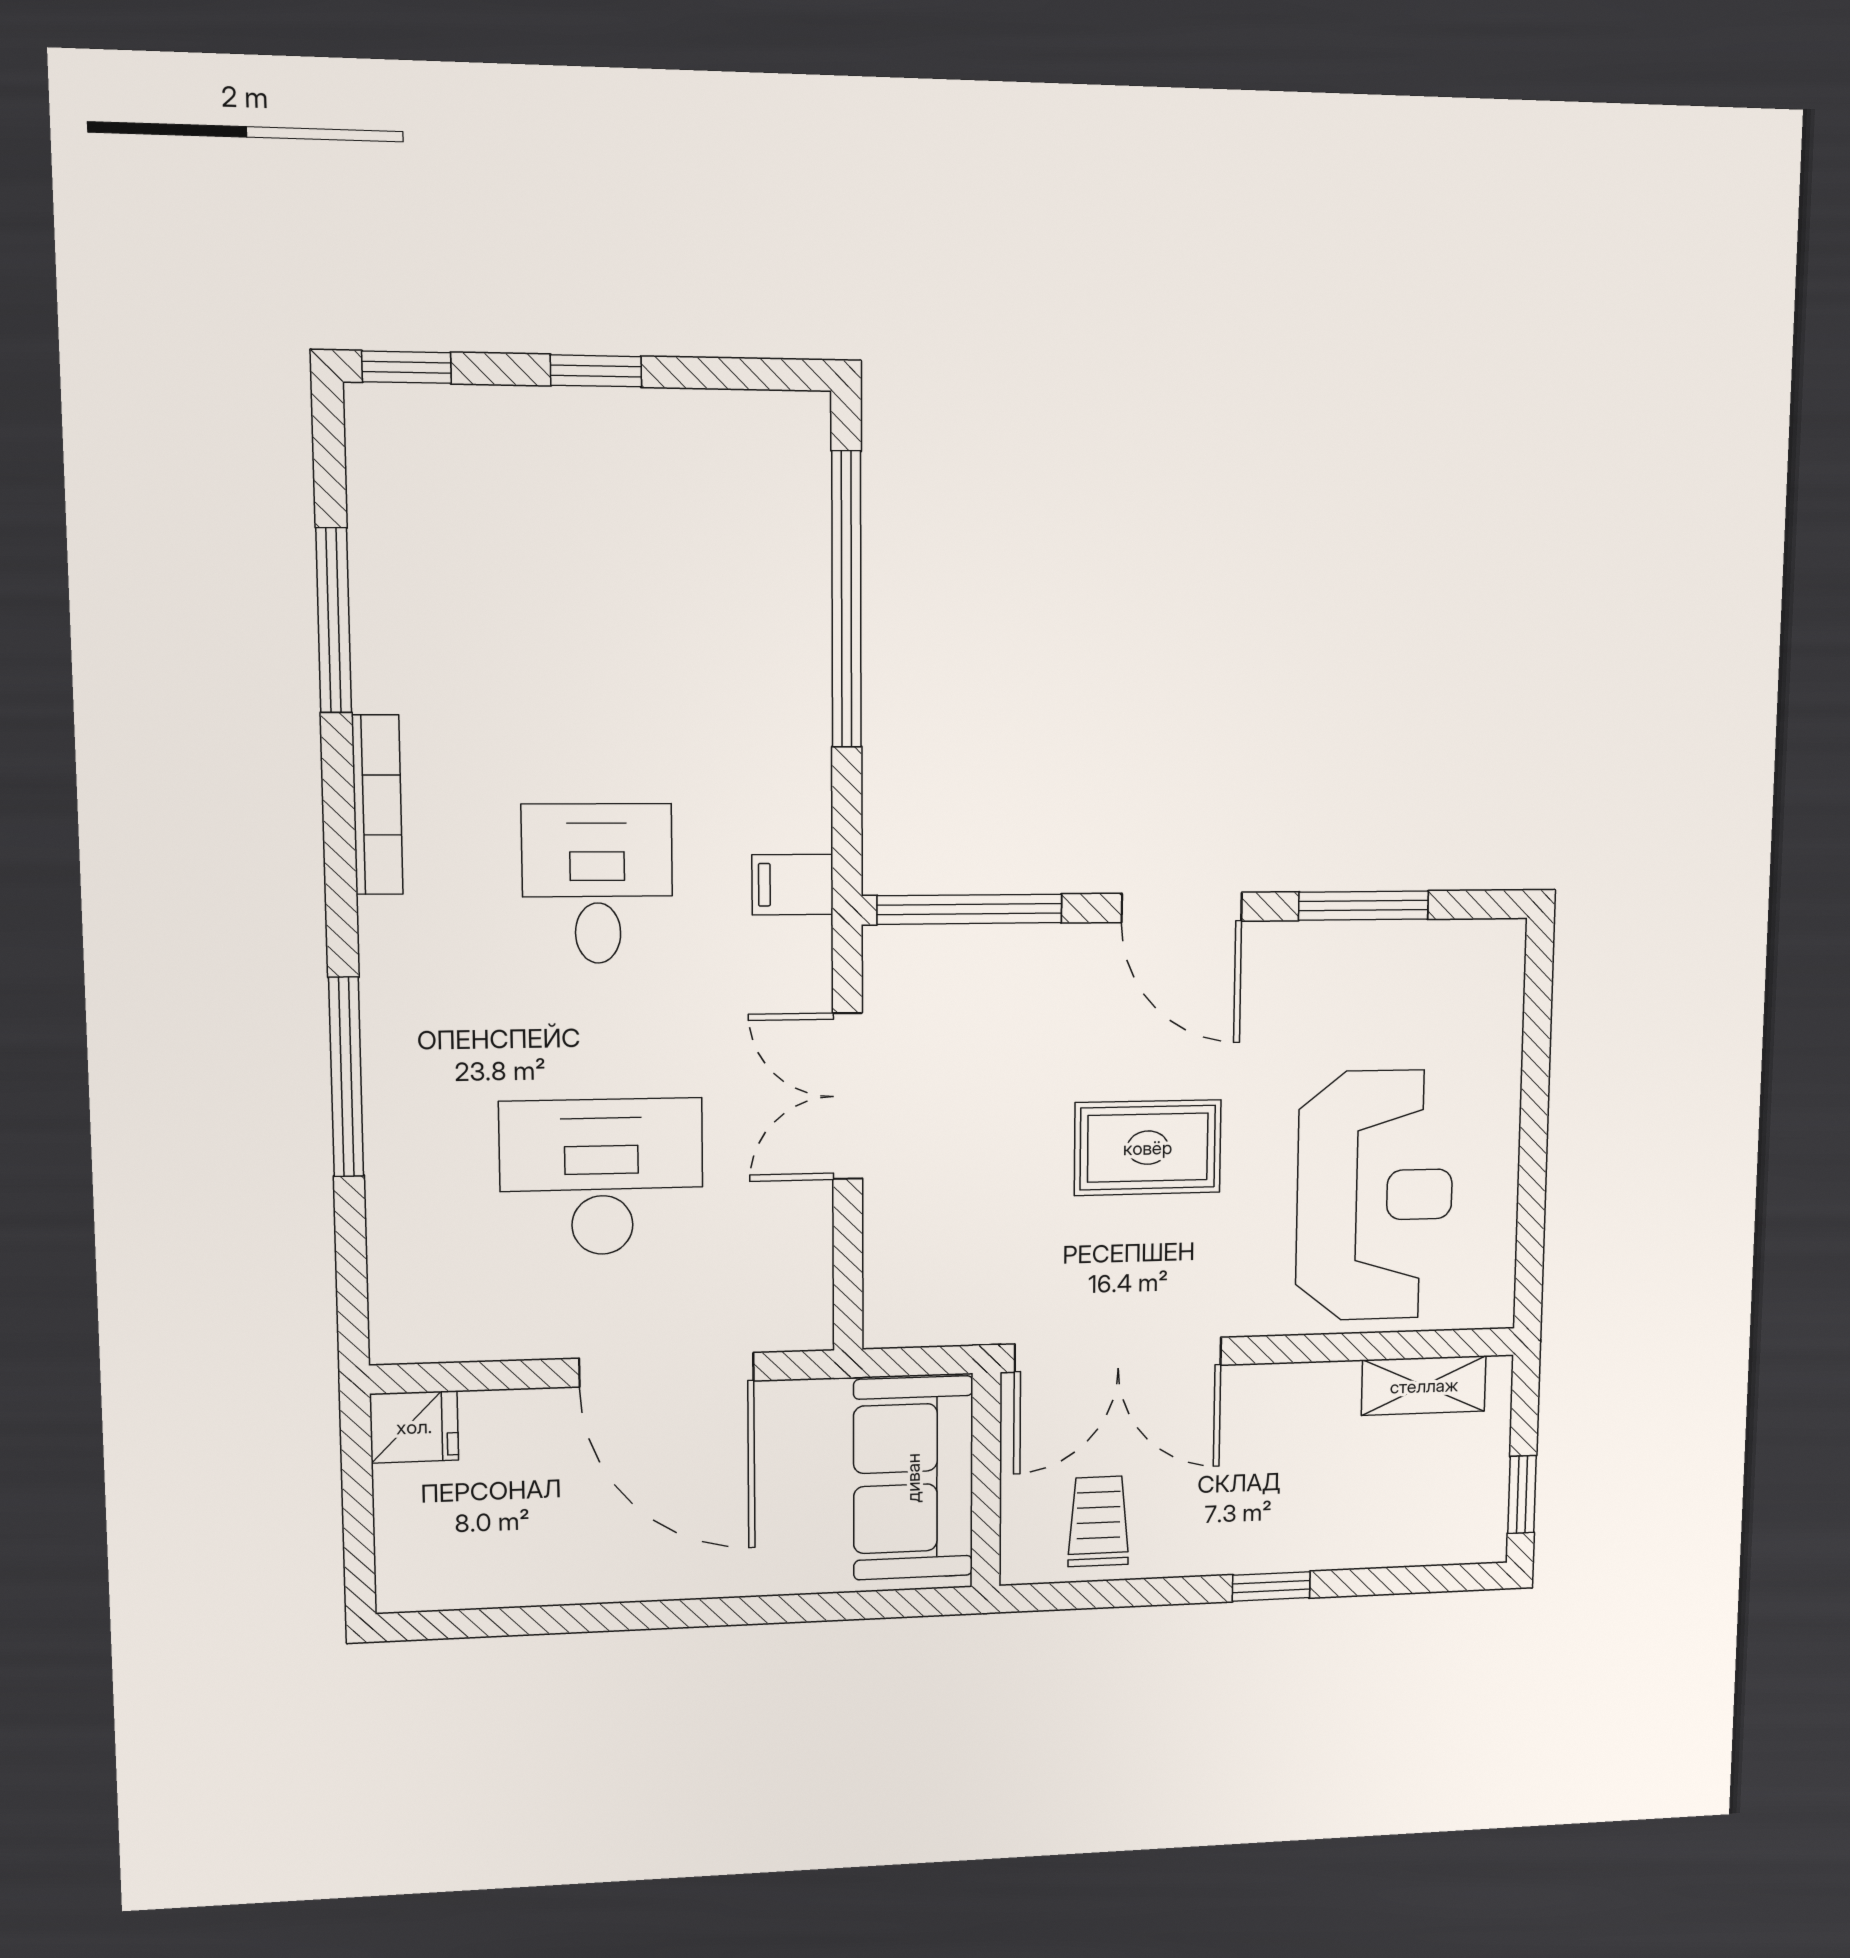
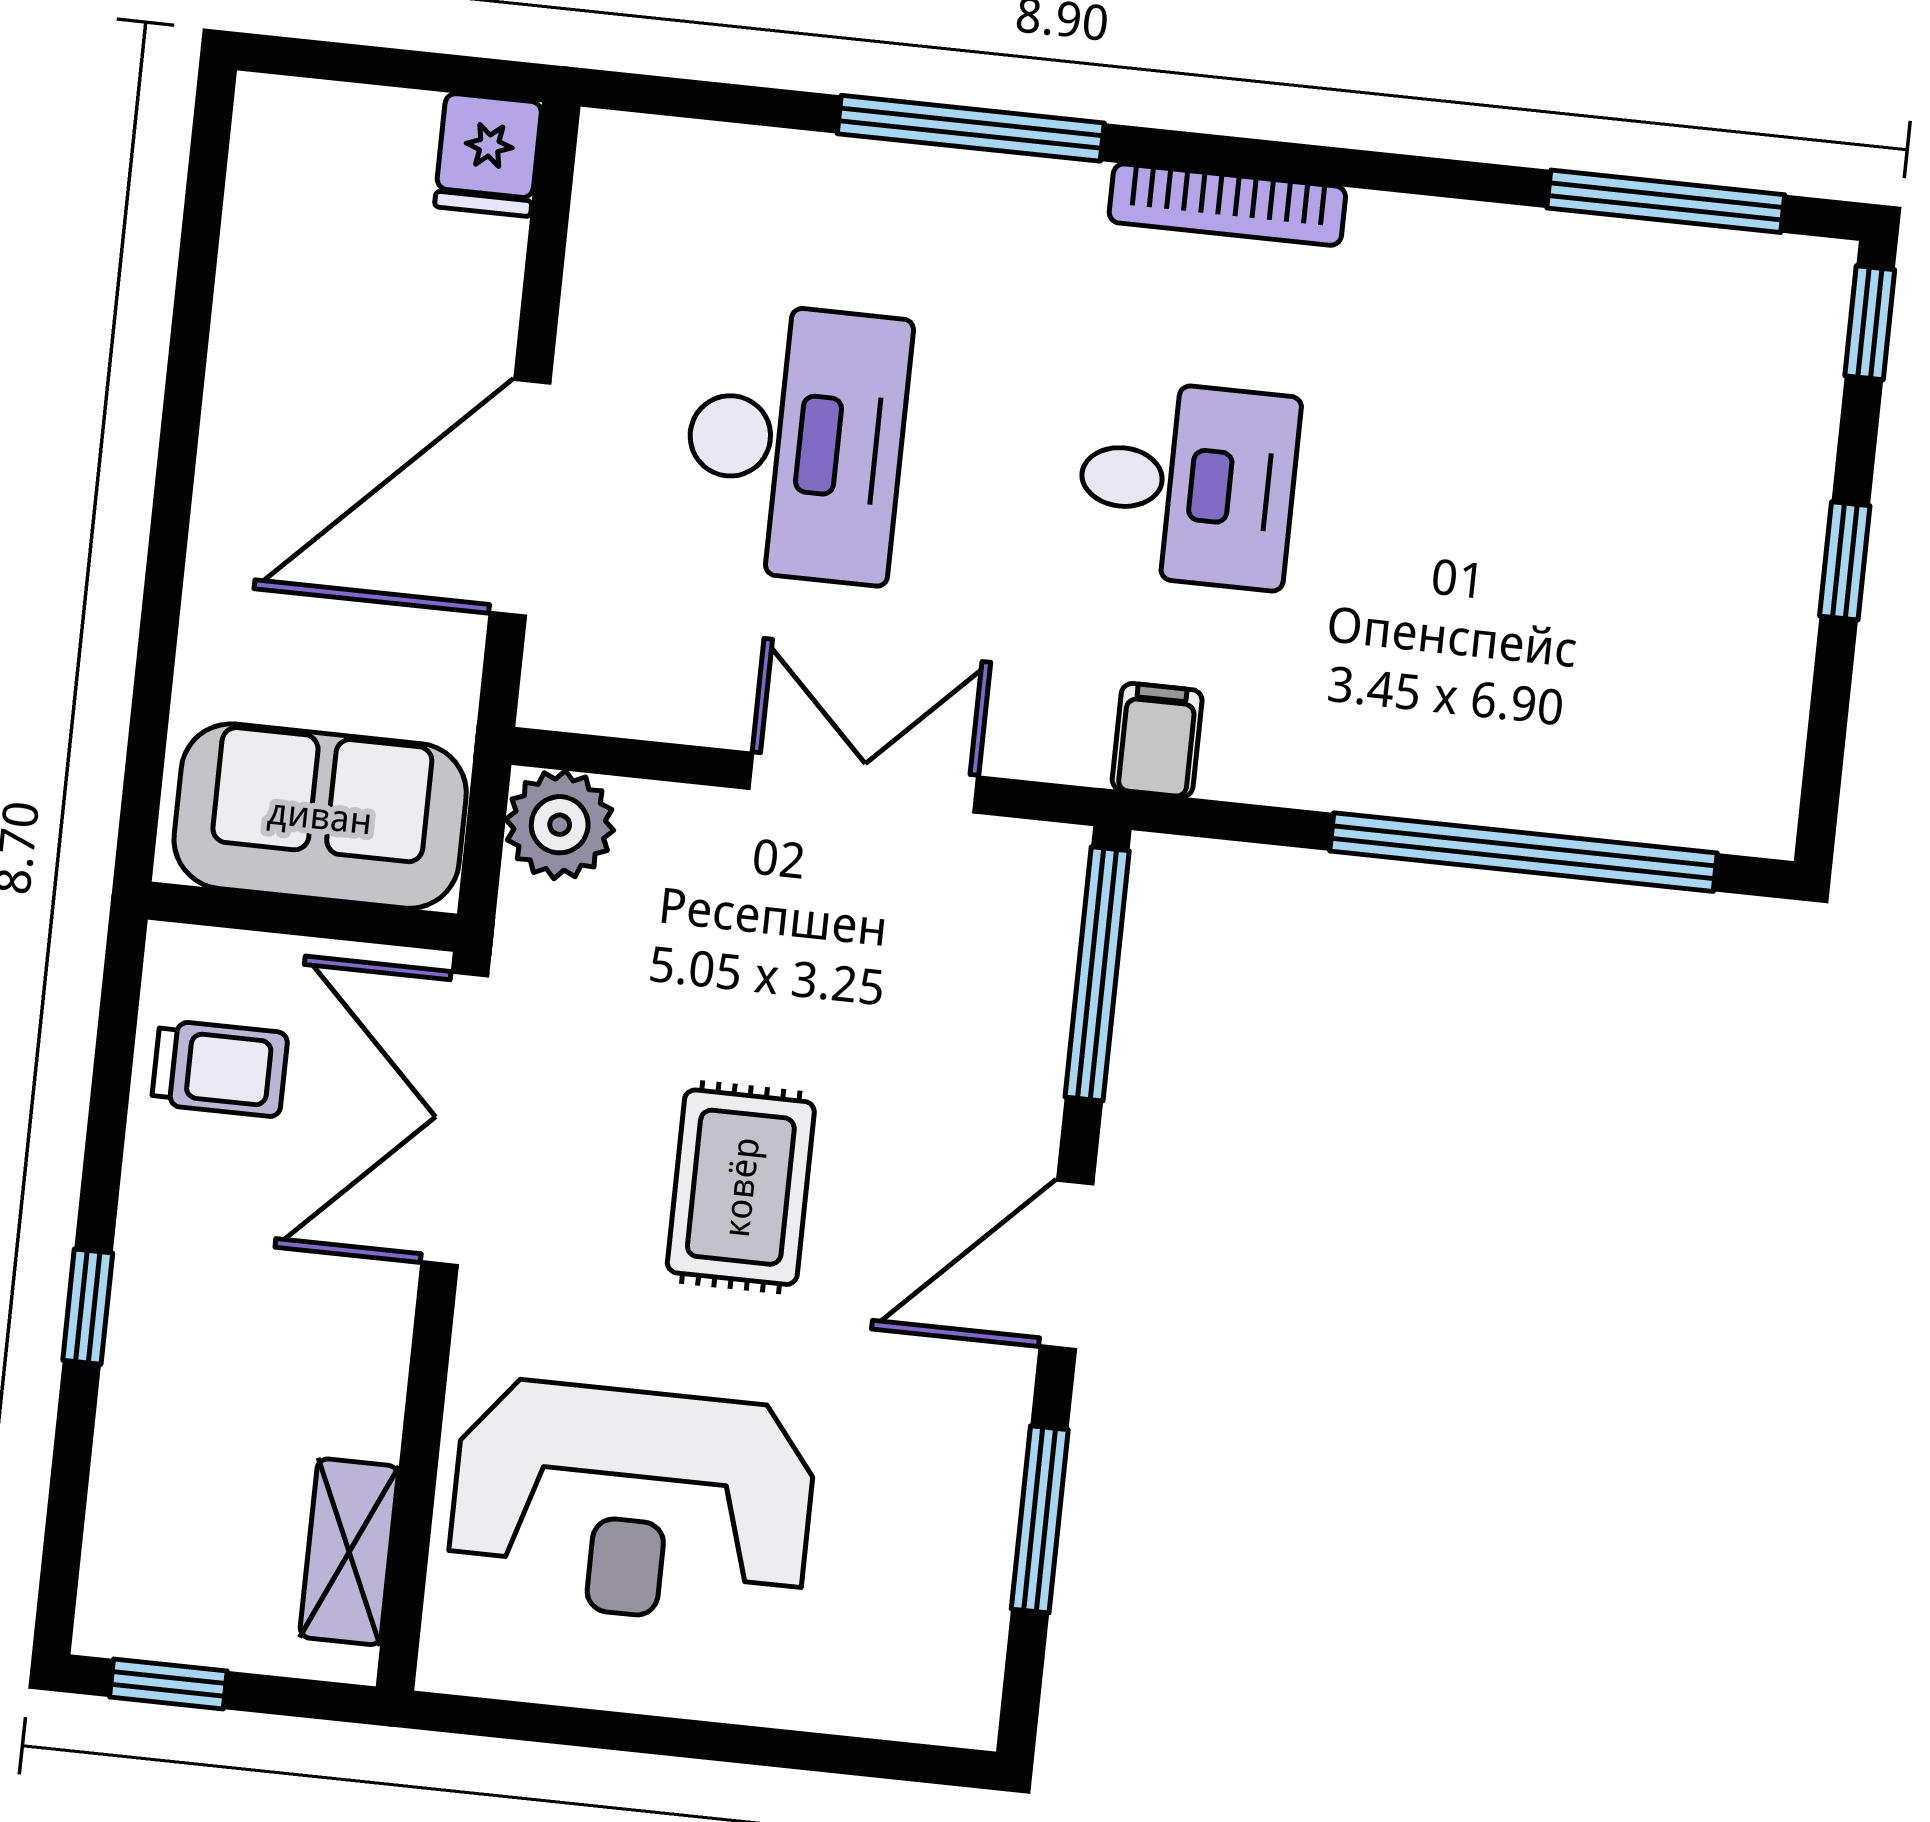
window: (334, 620) -> (1666, 201), moved
bookcase: (377, 805) -> (1227, 205), moved
plant: (902, 1310) -> (560, 825), added

